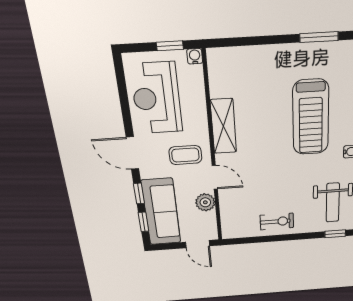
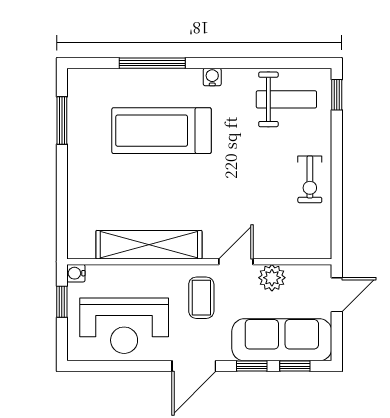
treadmill: (311, 117) -> (162, 131), turned 180
shelving: (223, 126) -> (149, 245), width x1.47
exercise bike: (277, 221) -> (310, 179), turned 180

